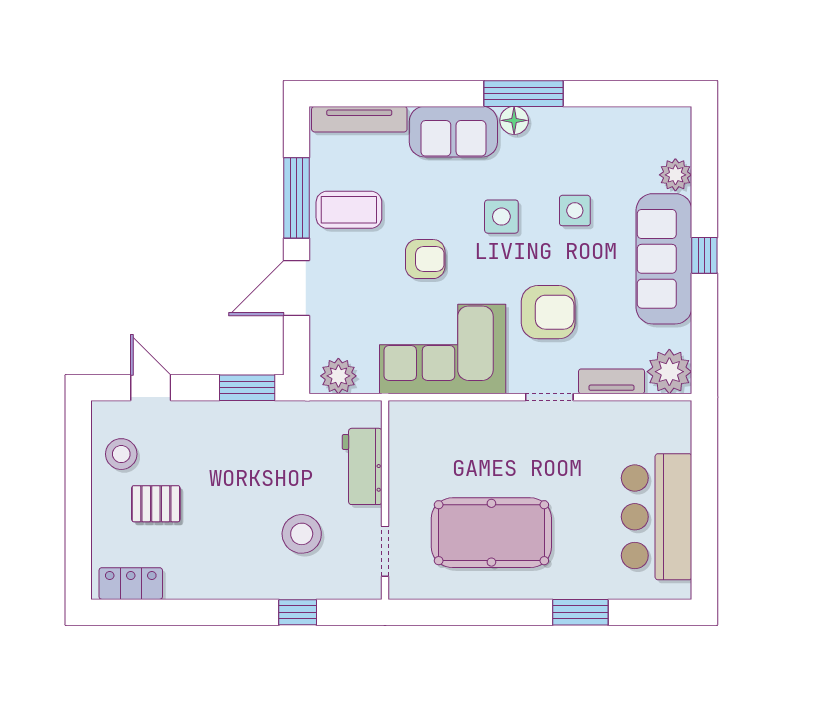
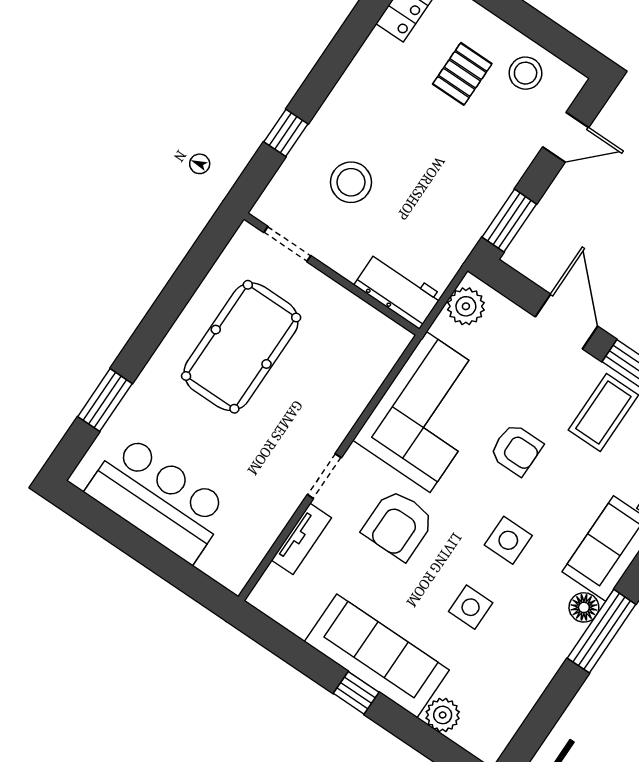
armchair: (425, 259) -> (516, 450), turned -90
plant: (669, 372) -> (276, 595), removed
workbench: (362, 466) -> (398, 290), moved
window: (580, 612) -> (105, 400), moved

